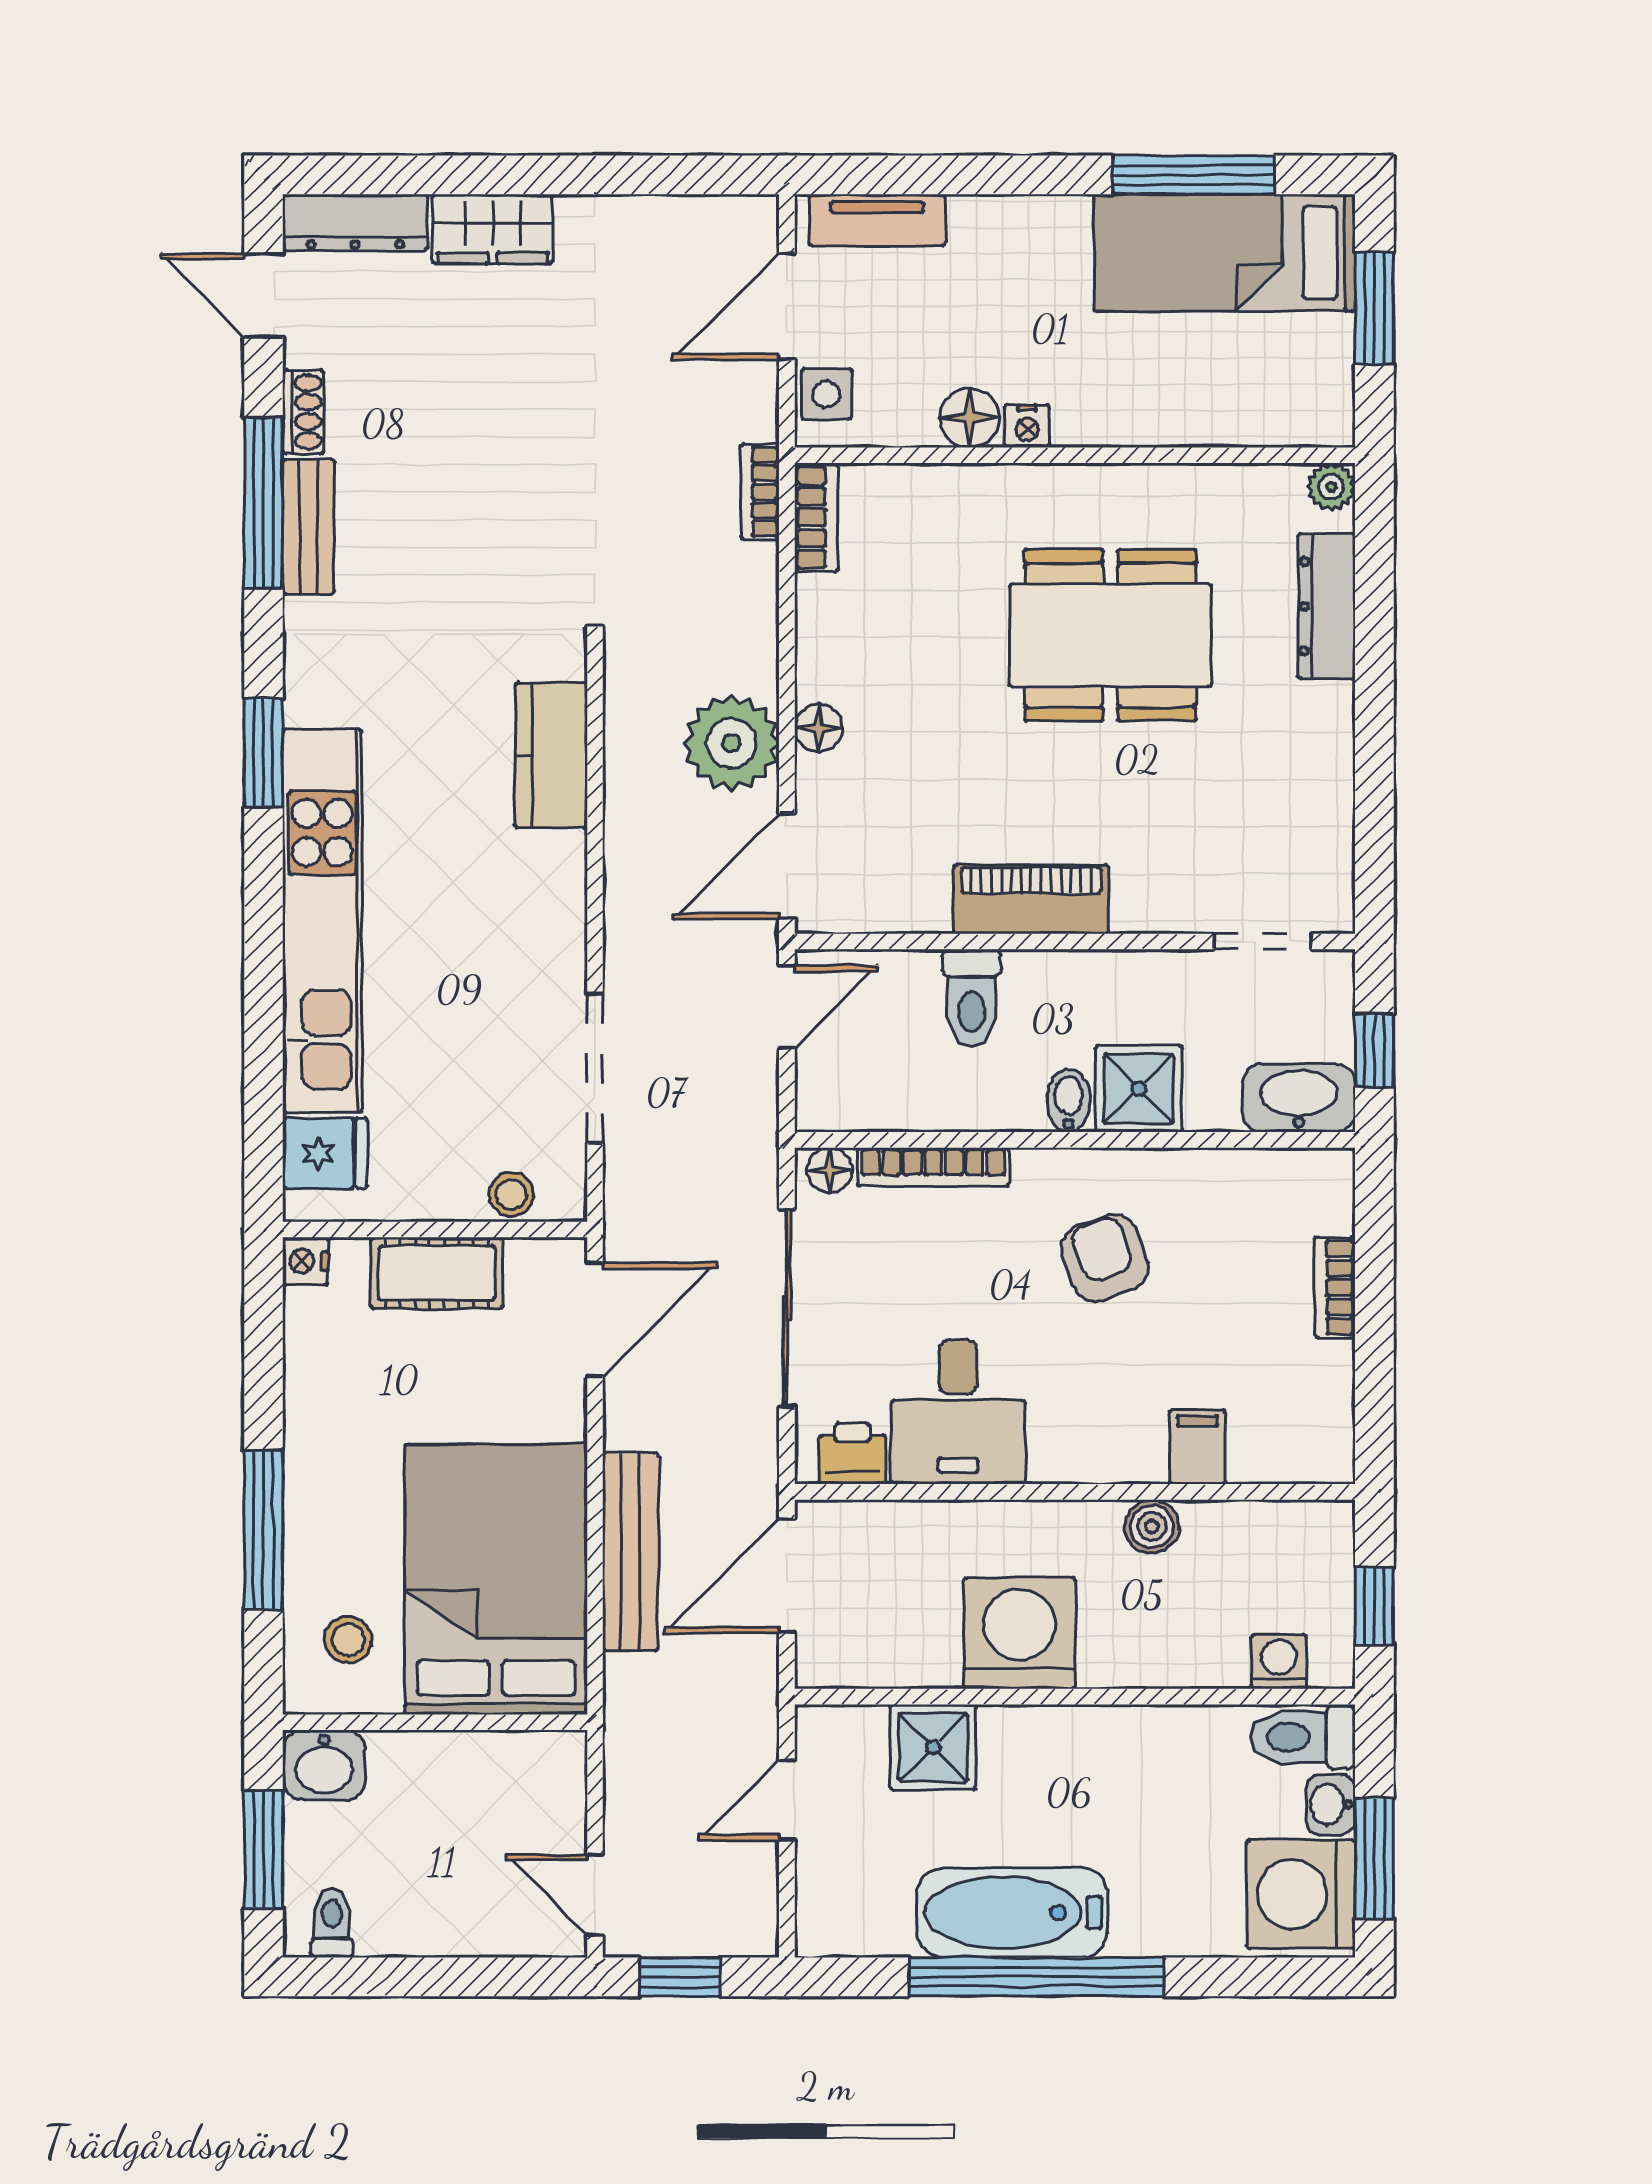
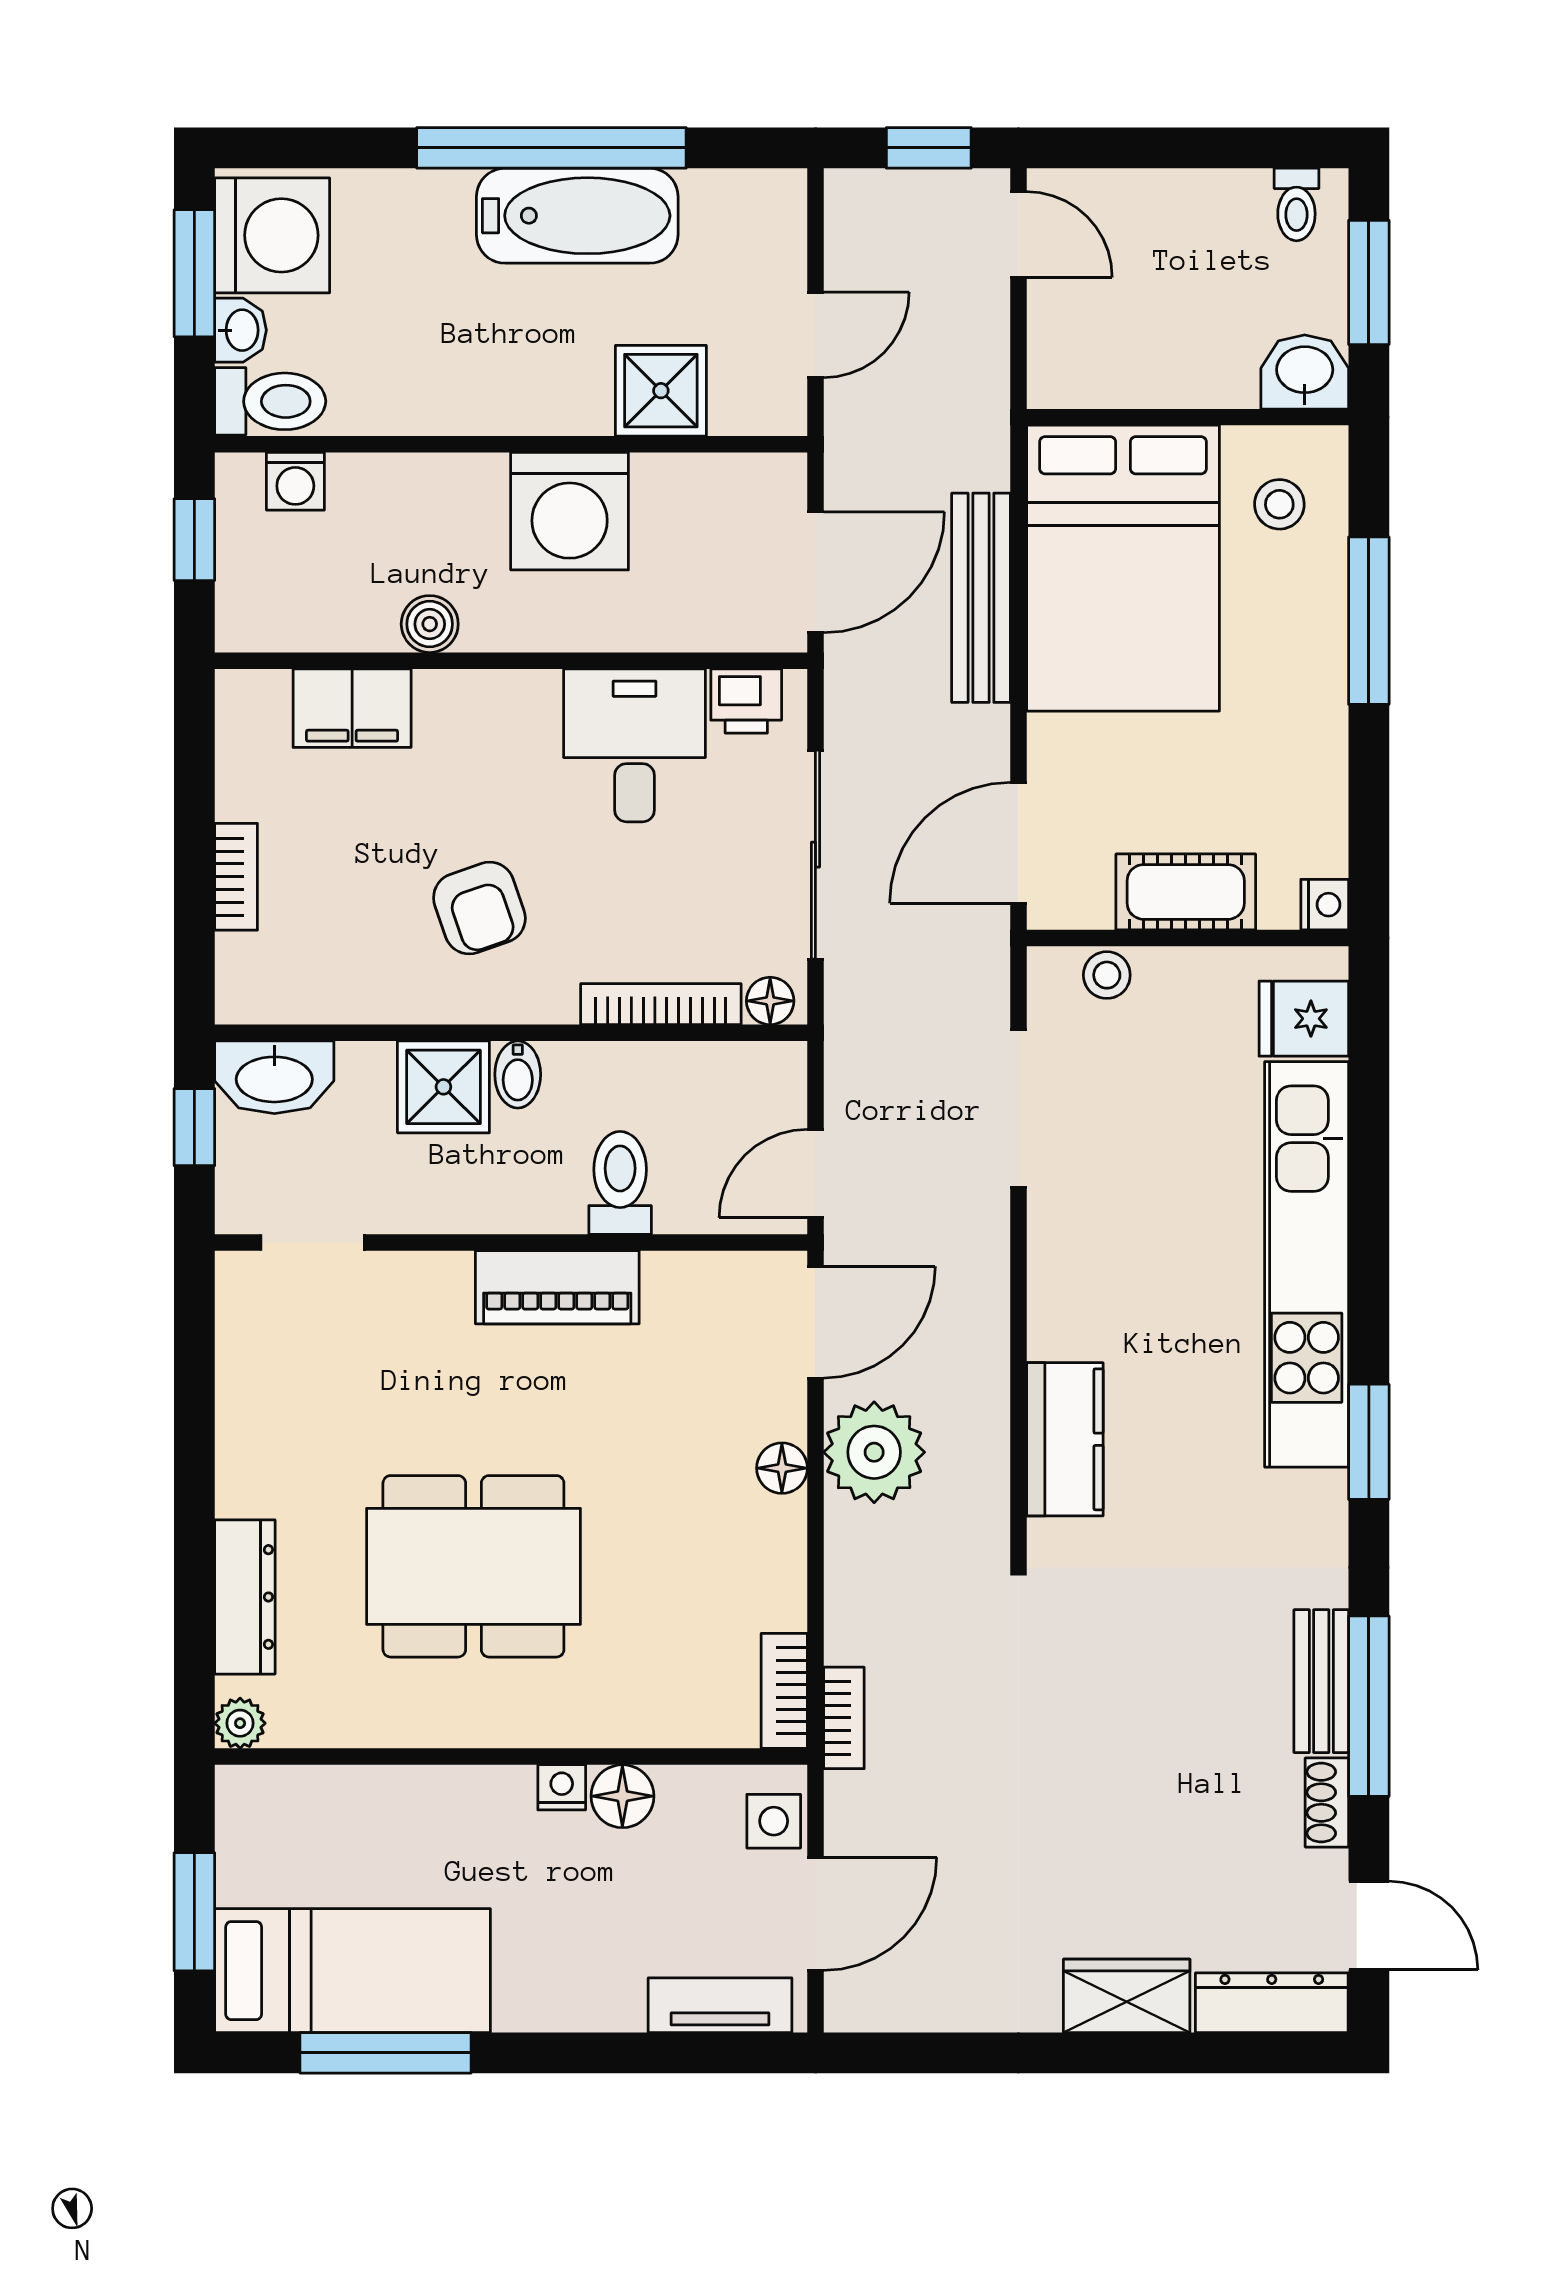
filing cabinet: (1197, 1447) -> (352, 708), width x2.00

